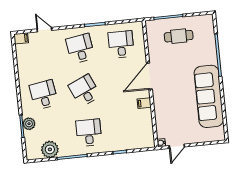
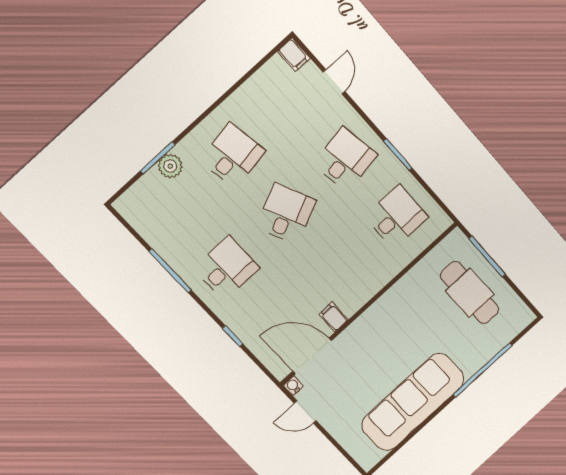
cafe table: (179, 36) -> (470, 293), width x1.37, depth x1.35
door: (149, 76) -> (312, 356), moved
plant: (50, 149) -> (155, 228), removed

